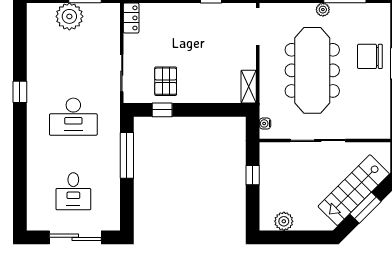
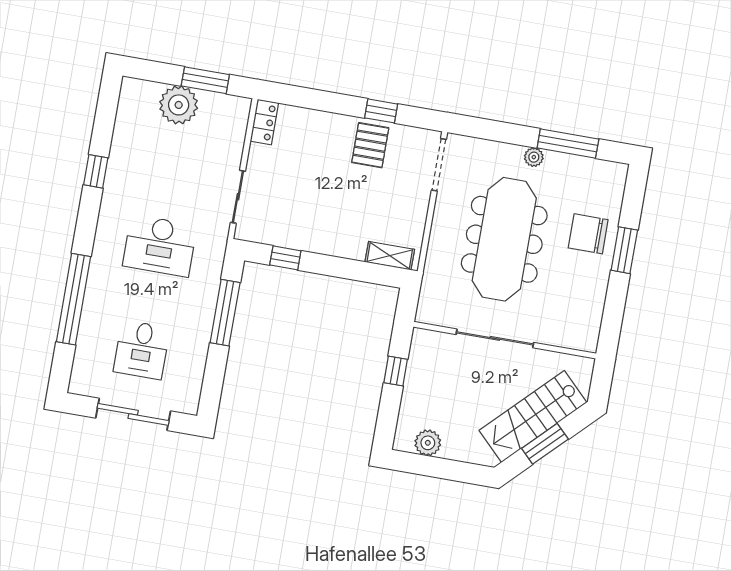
pallet: (166, 81) -> (370, 145), moved
shelving: (249, 87) -> (390, 256), moved, turned 90
window: (20, 92) -> (96, 171), moved
water cooler: (265, 123) -> (425, 302), removed
window: (20, 164) -> (74, 299), added

